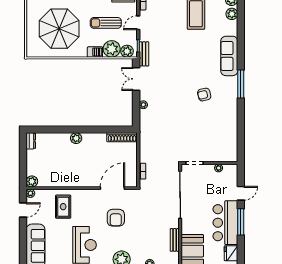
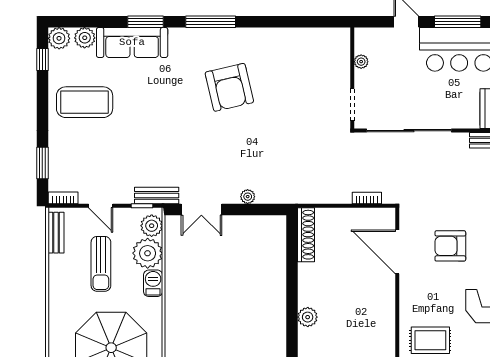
window: (241, 48) -> (145, 22), added
sofa: (229, 56) -> (132, 42), moved
armchair: (204, 95) -> (229, 87), width x1.88, depth x1.88
armchair: (116, 218) -> (450, 246), turned 180

